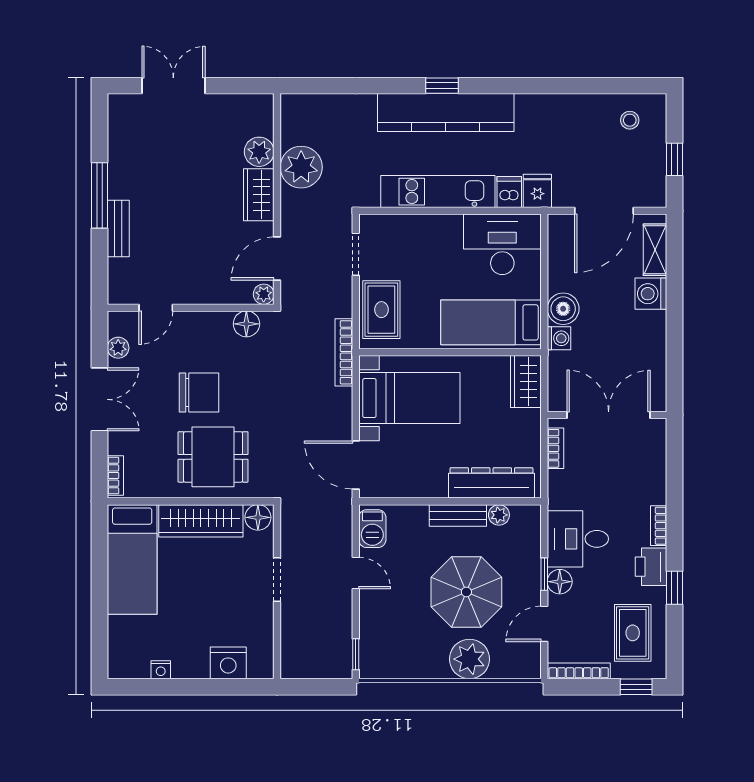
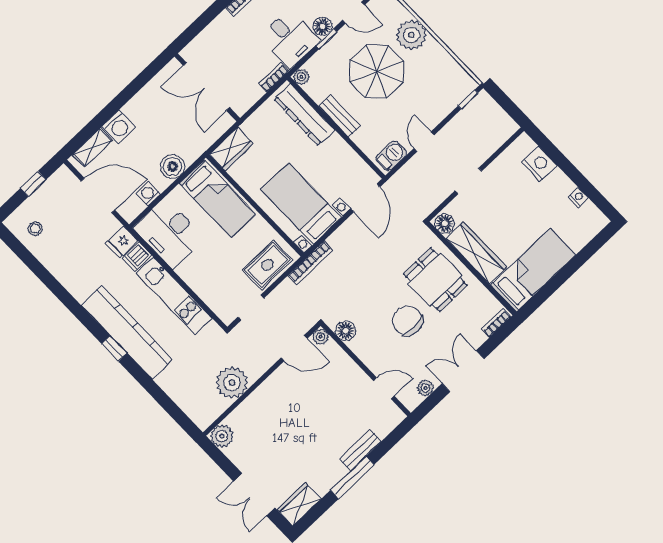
plant: (259, 152) -> (222, 436), moved
wardrobe: (259, 195) -> (299, 504), moved, turned 180
washing machine: (559, 338) -> (148, 194), moved
bookcase: (555, 448) -> (274, 77), moved
plant: (499, 515) -> (301, 77), moved

